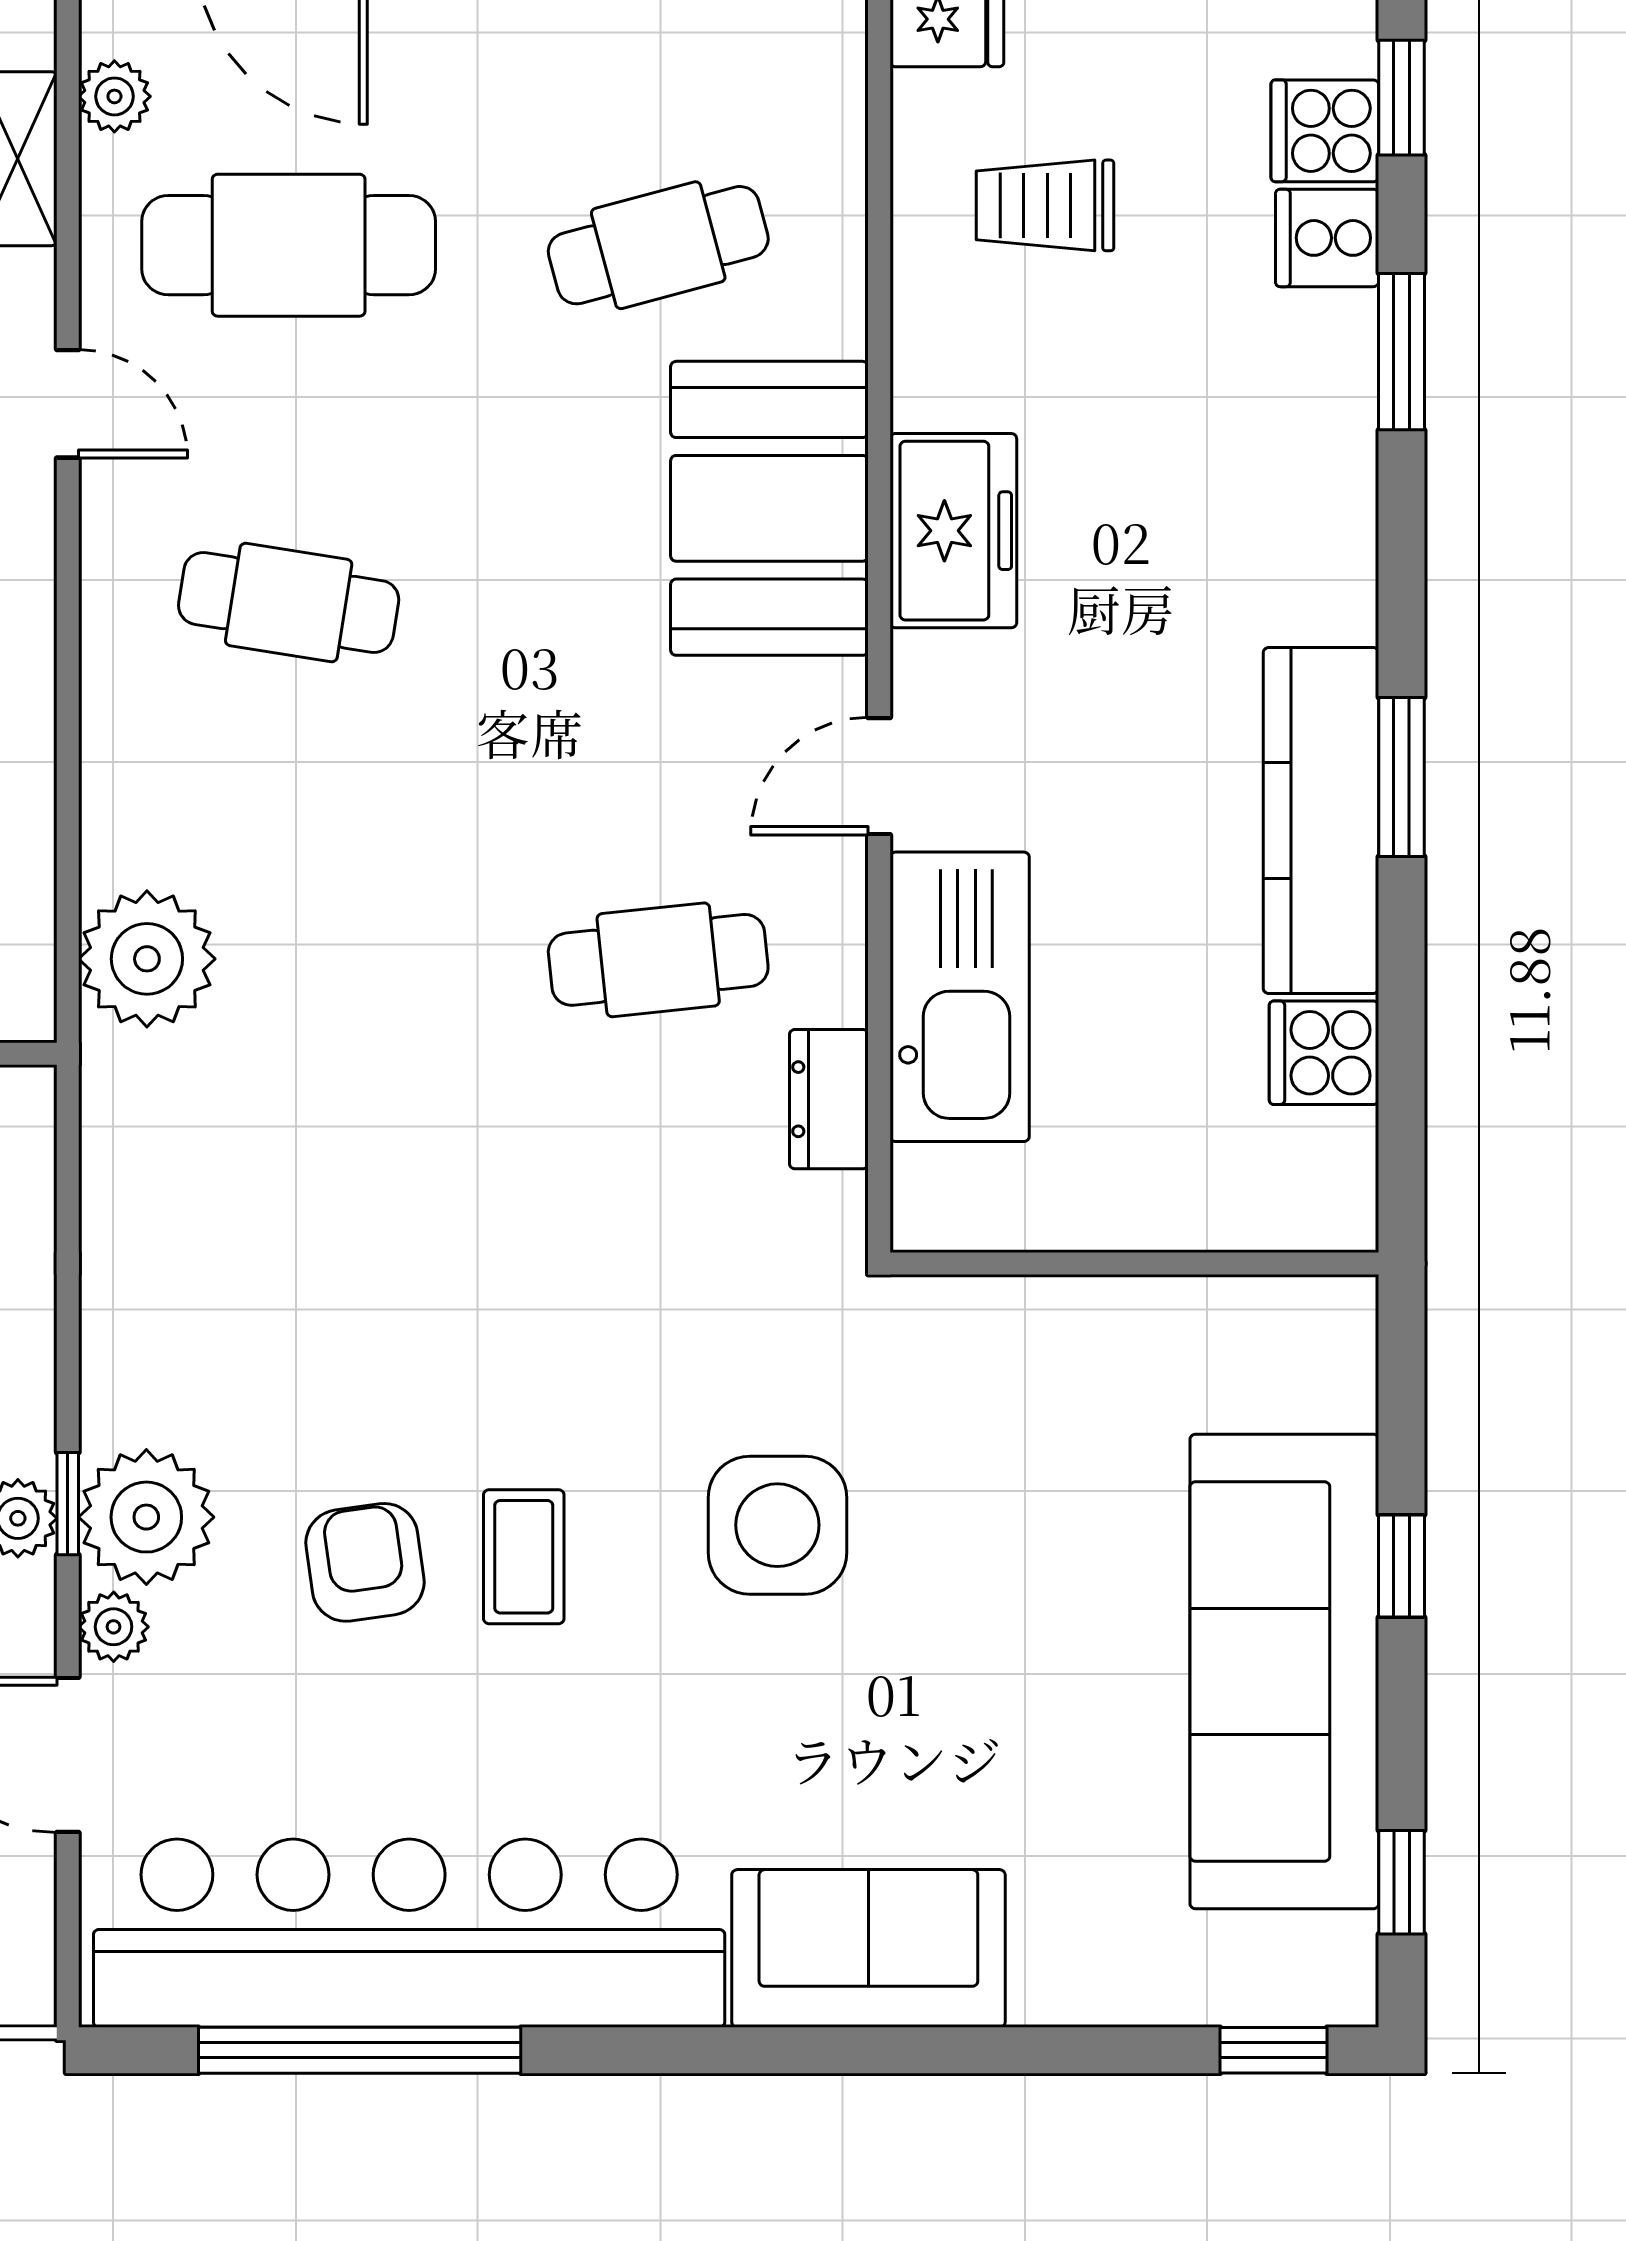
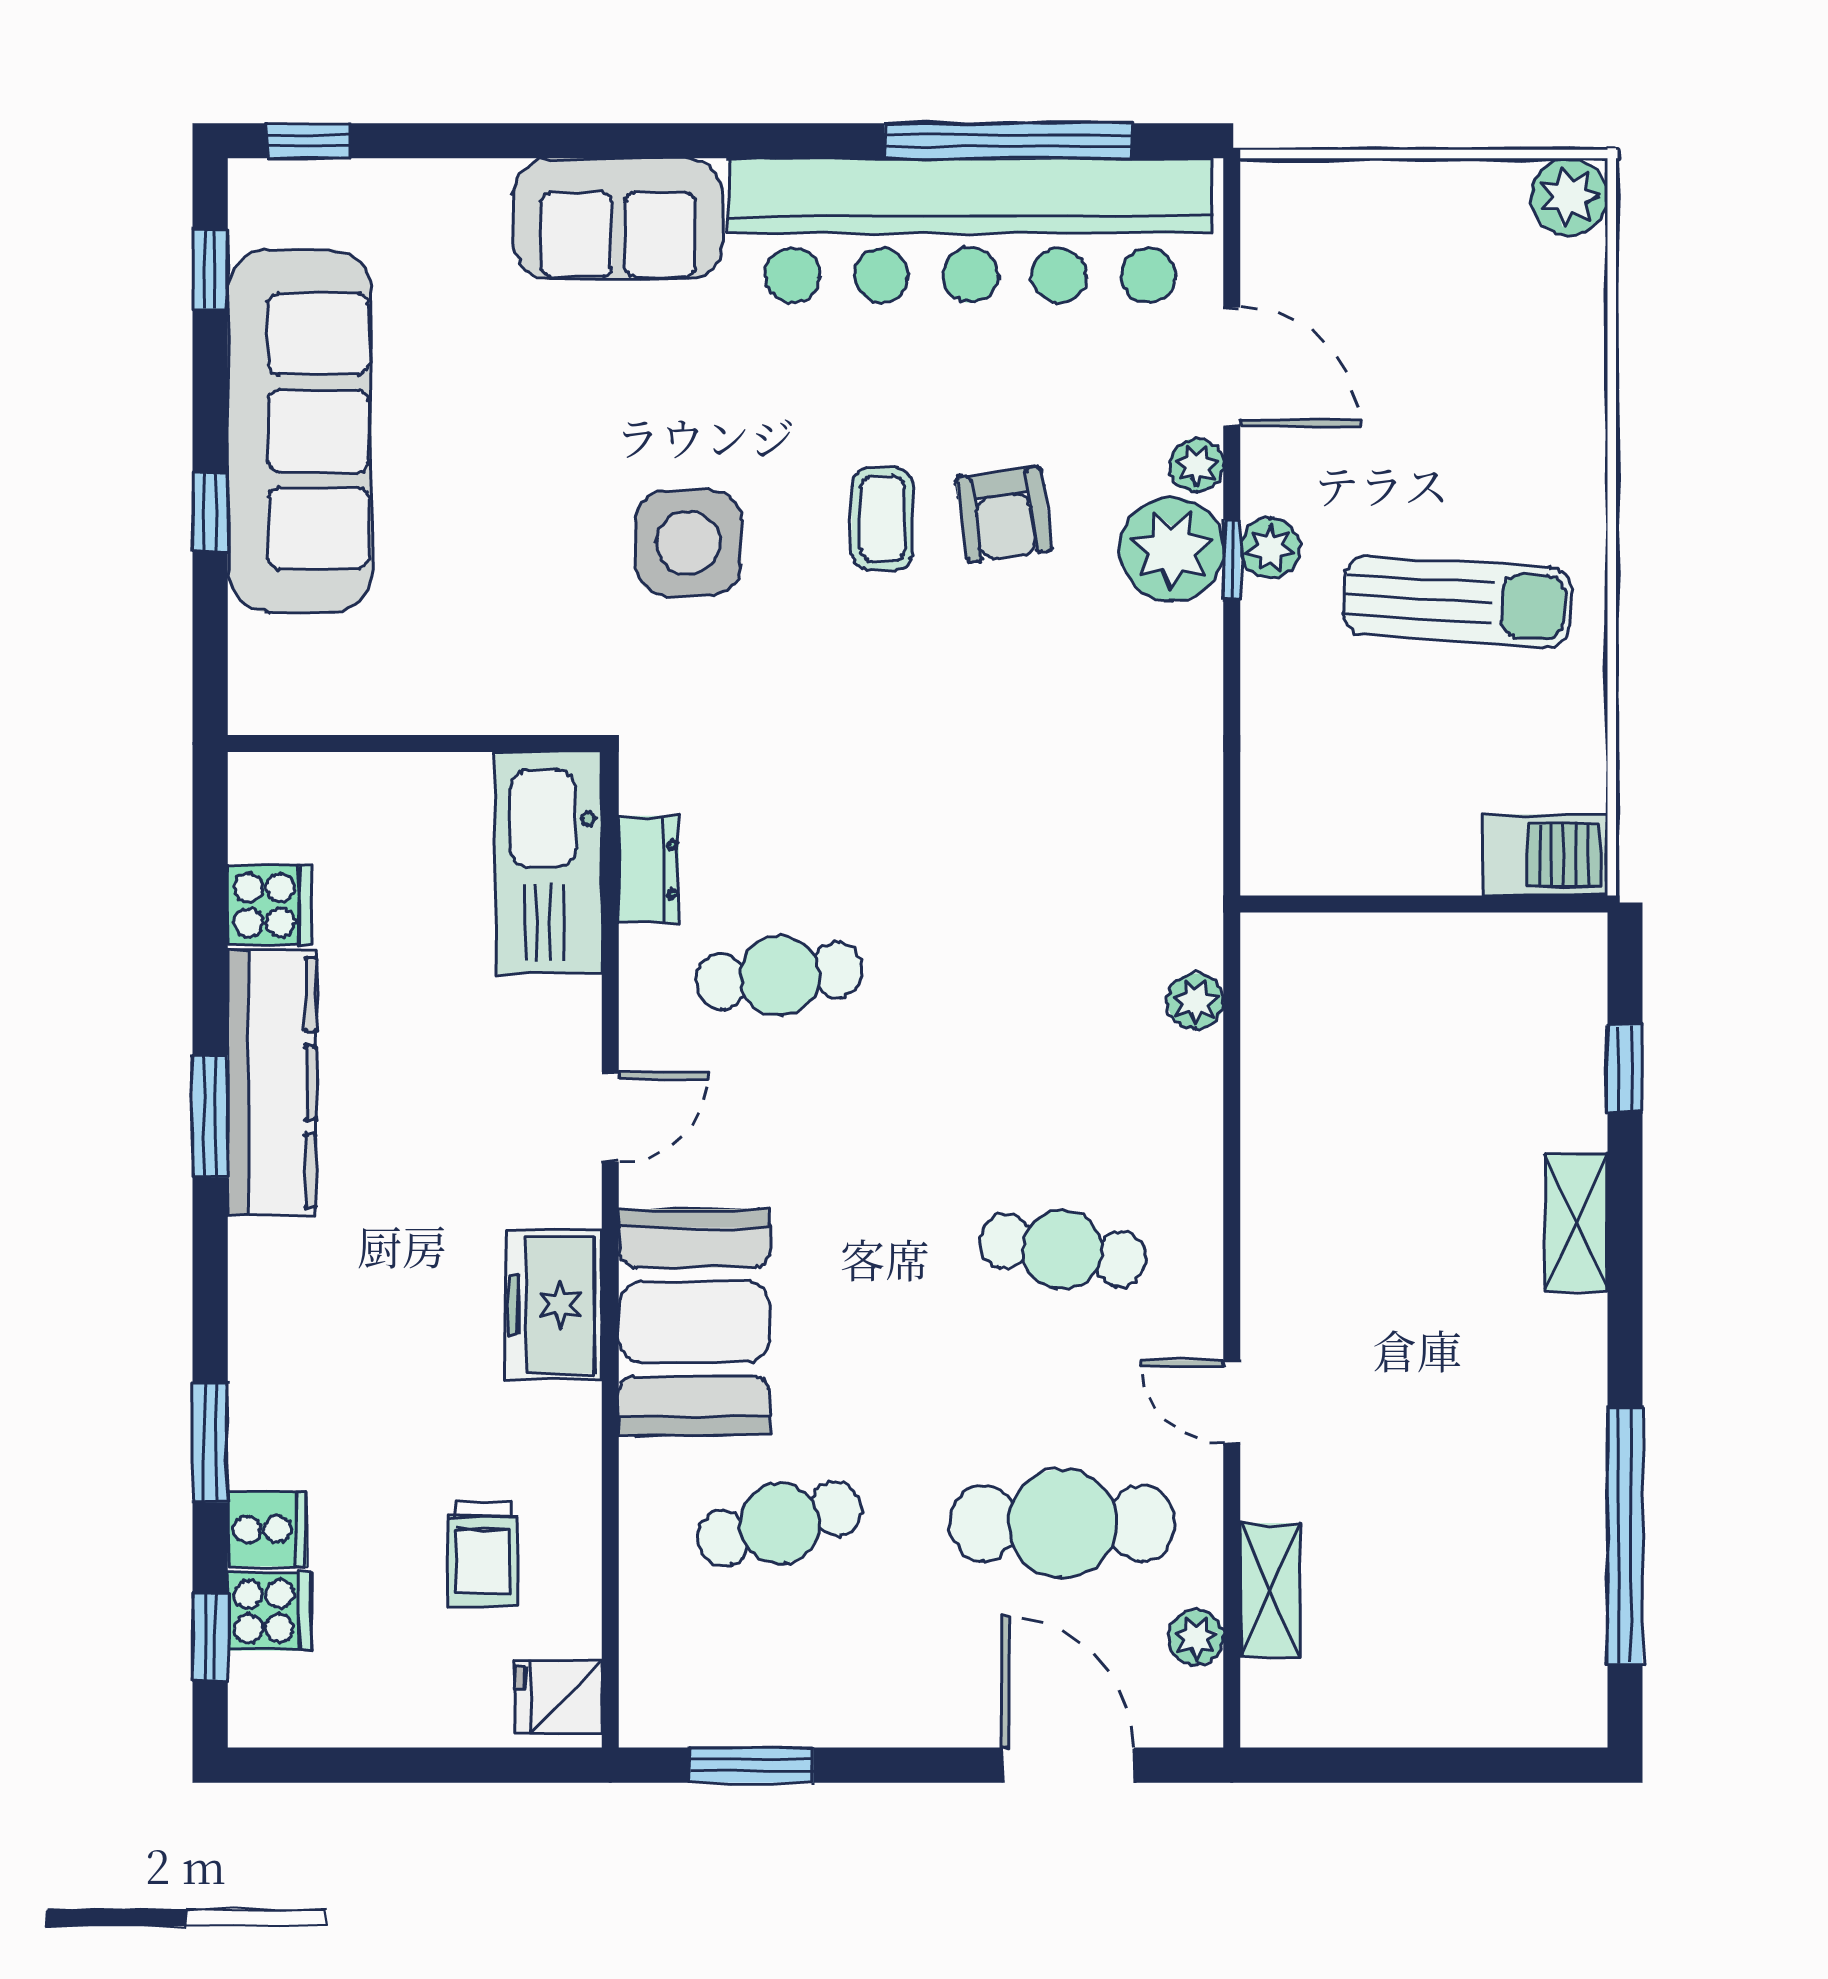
trolley: (1045, 205) -> (483, 1554), turned 90
plant: (147, 959) -> (1196, 1001), width x0.53, depth x0.53
kitchen sink: (960, 997) -> (549, 863), moved

